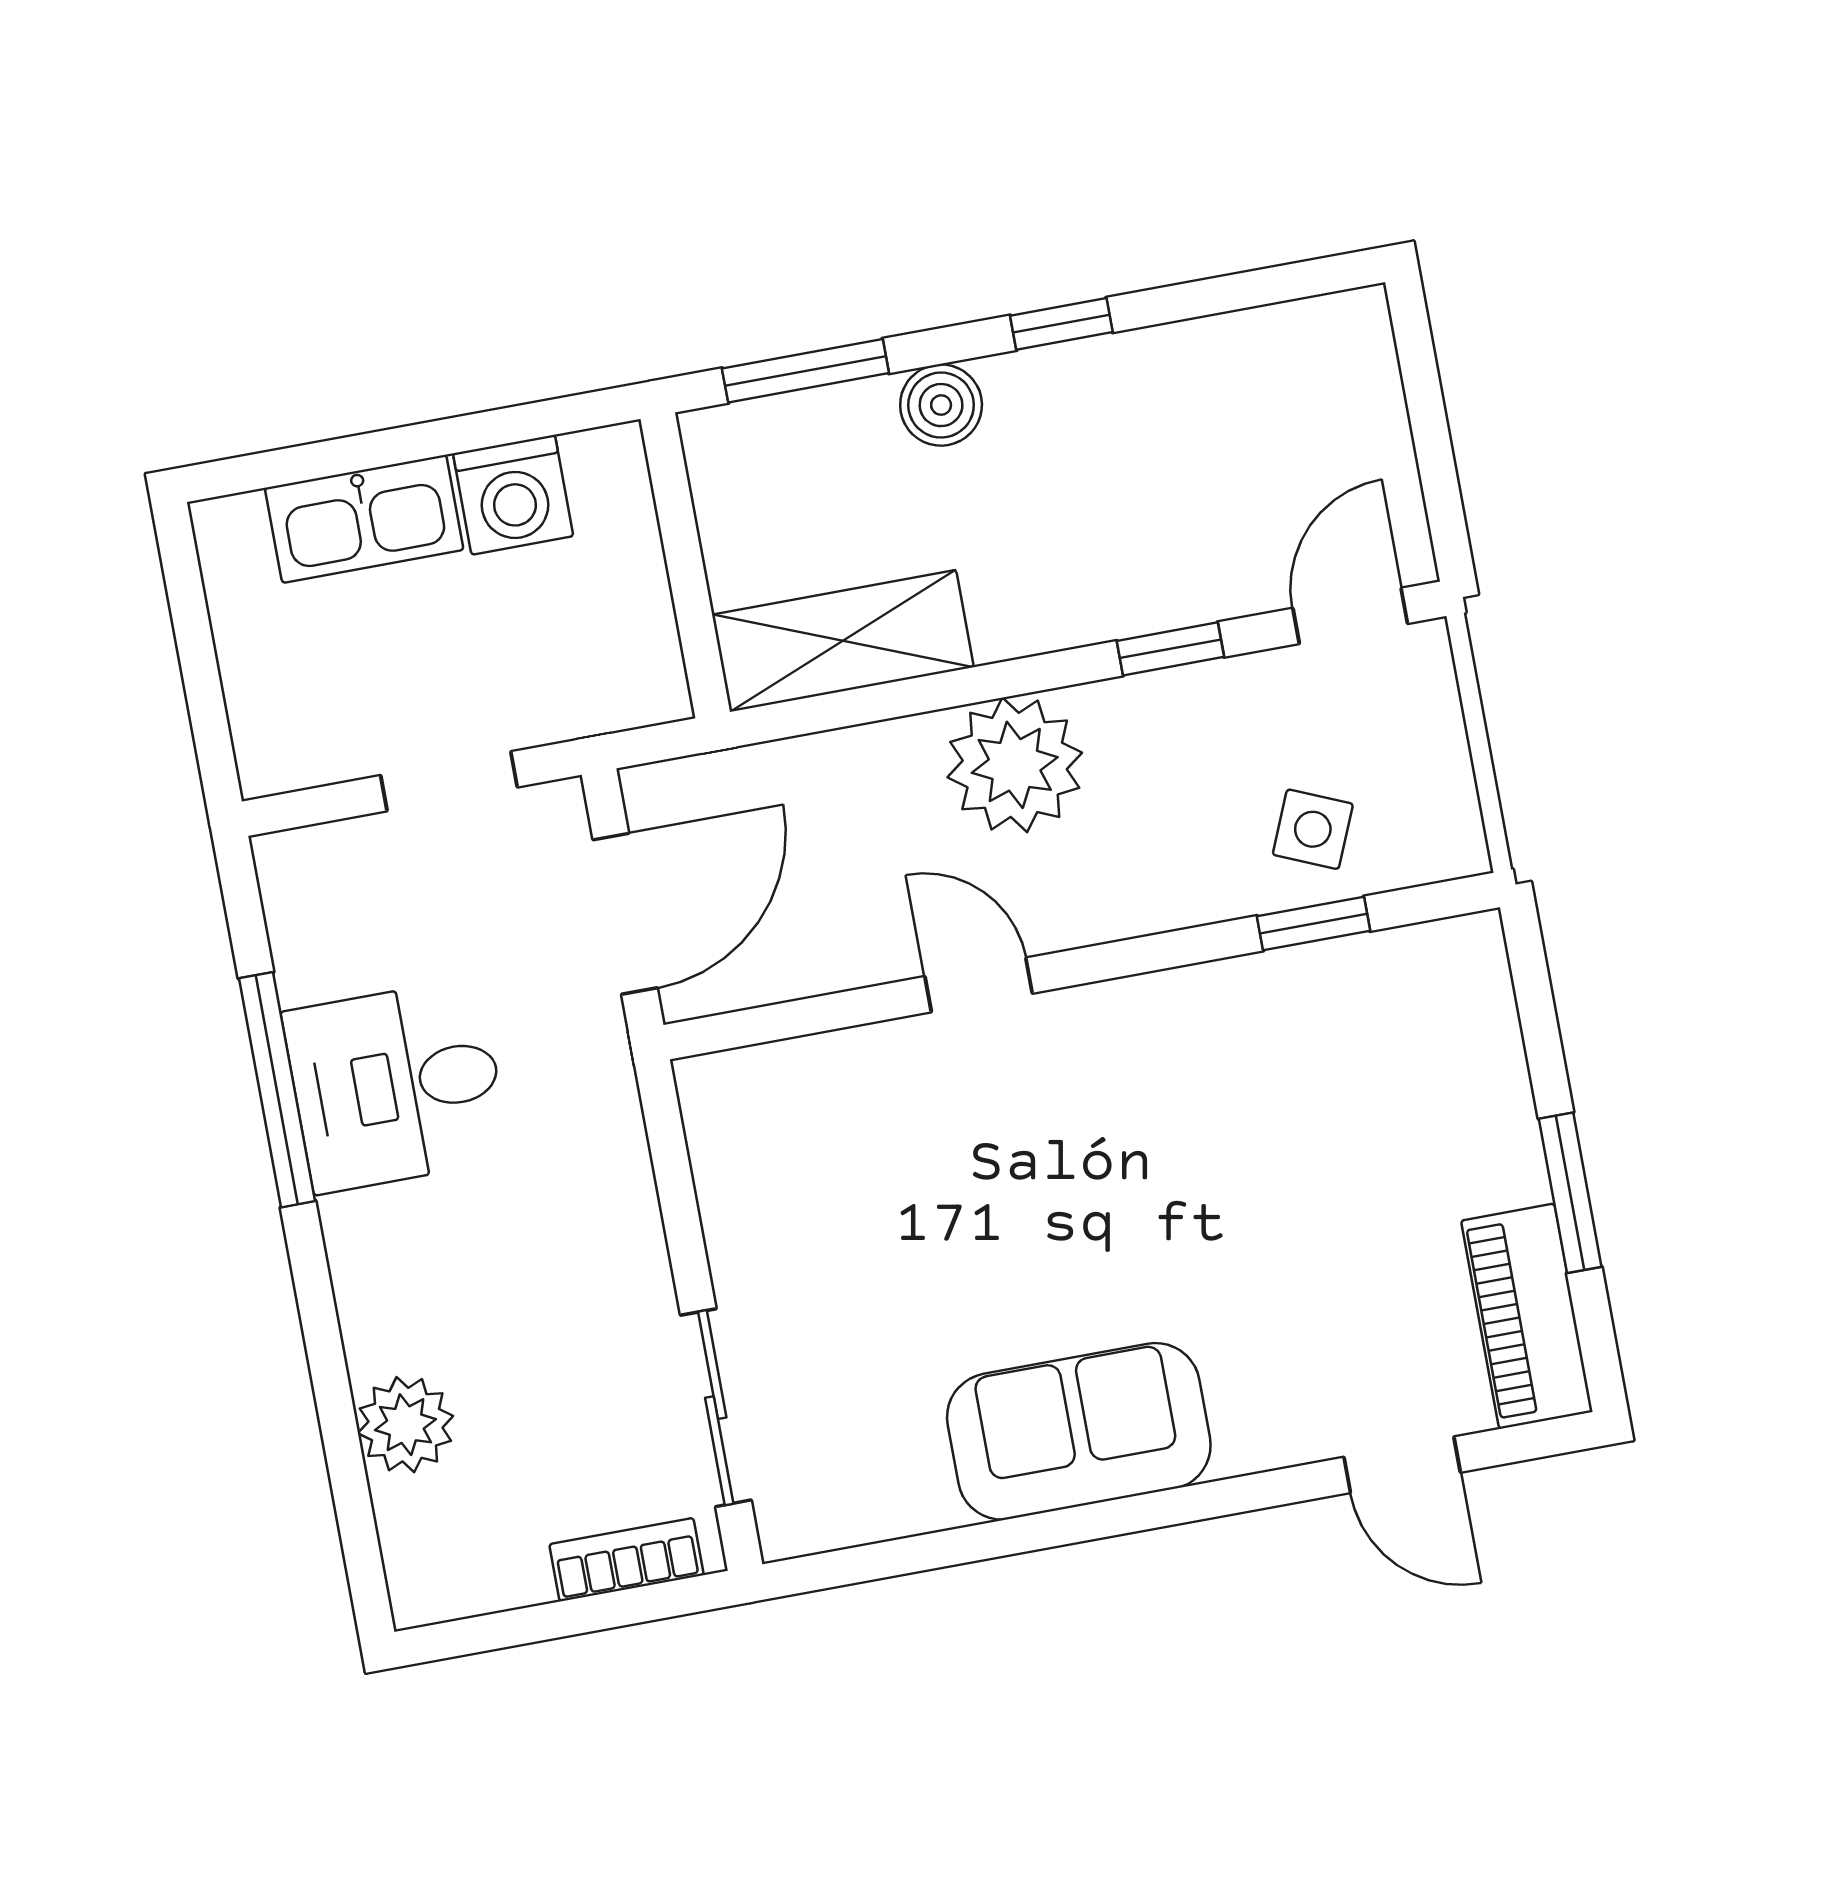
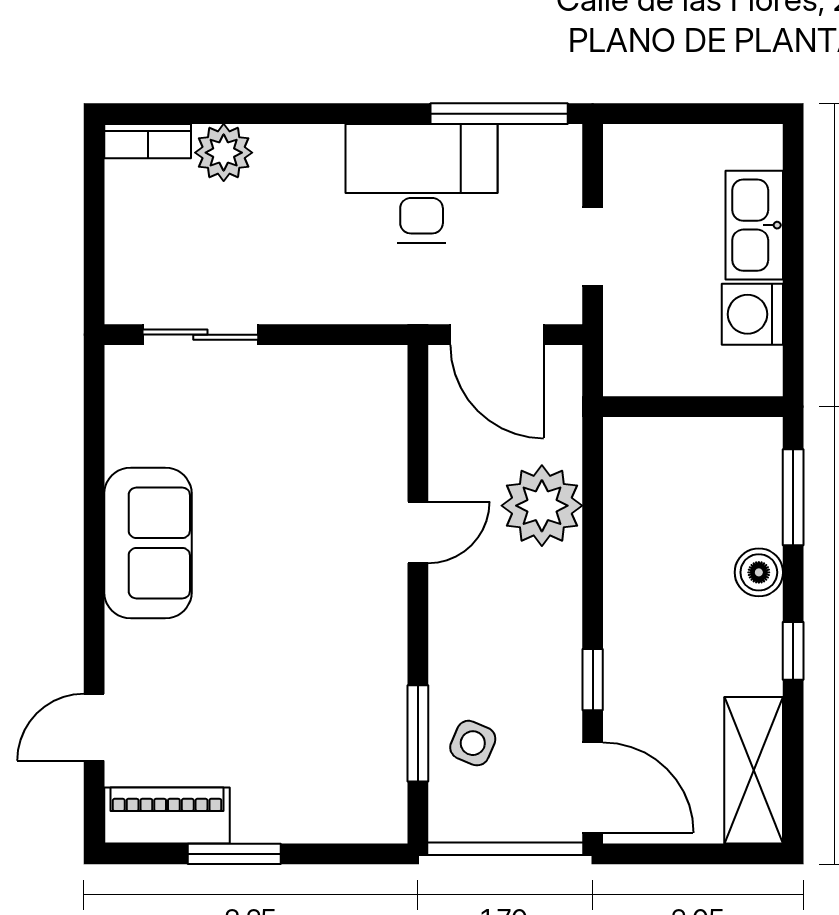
door: (1350, 616) -> (593, 788), width x1.38
shelving: (843, 641) -> (754, 770), moved
plant: (1015, 765) -> (542, 506), moved
window: (1313, 924) -> (418, 733), width x1.50
desk: (396, 1086) -> (422, 183), width x1.37
window: (277, 1090) -> (499, 114), moved
bookcase: (626, 1560) -> (148, 141), moved, turned 90

